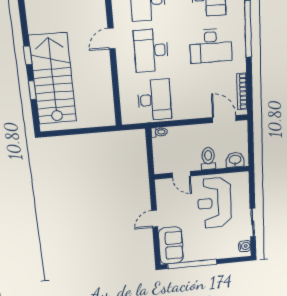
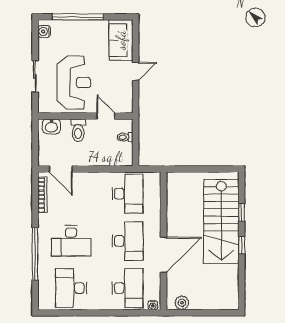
door: (111, 38) -> (163, 255), width x1.88
desk: (211, 46) -> (71, 241), turned 180
desk: (154, 100) -> (127, 194), turned 180
toilet: (159, 132) -> (125, 137), moved
sliding door: (253, 223) -> (35, 76), moved
window: (192, 264) -> (78, 17), moved

